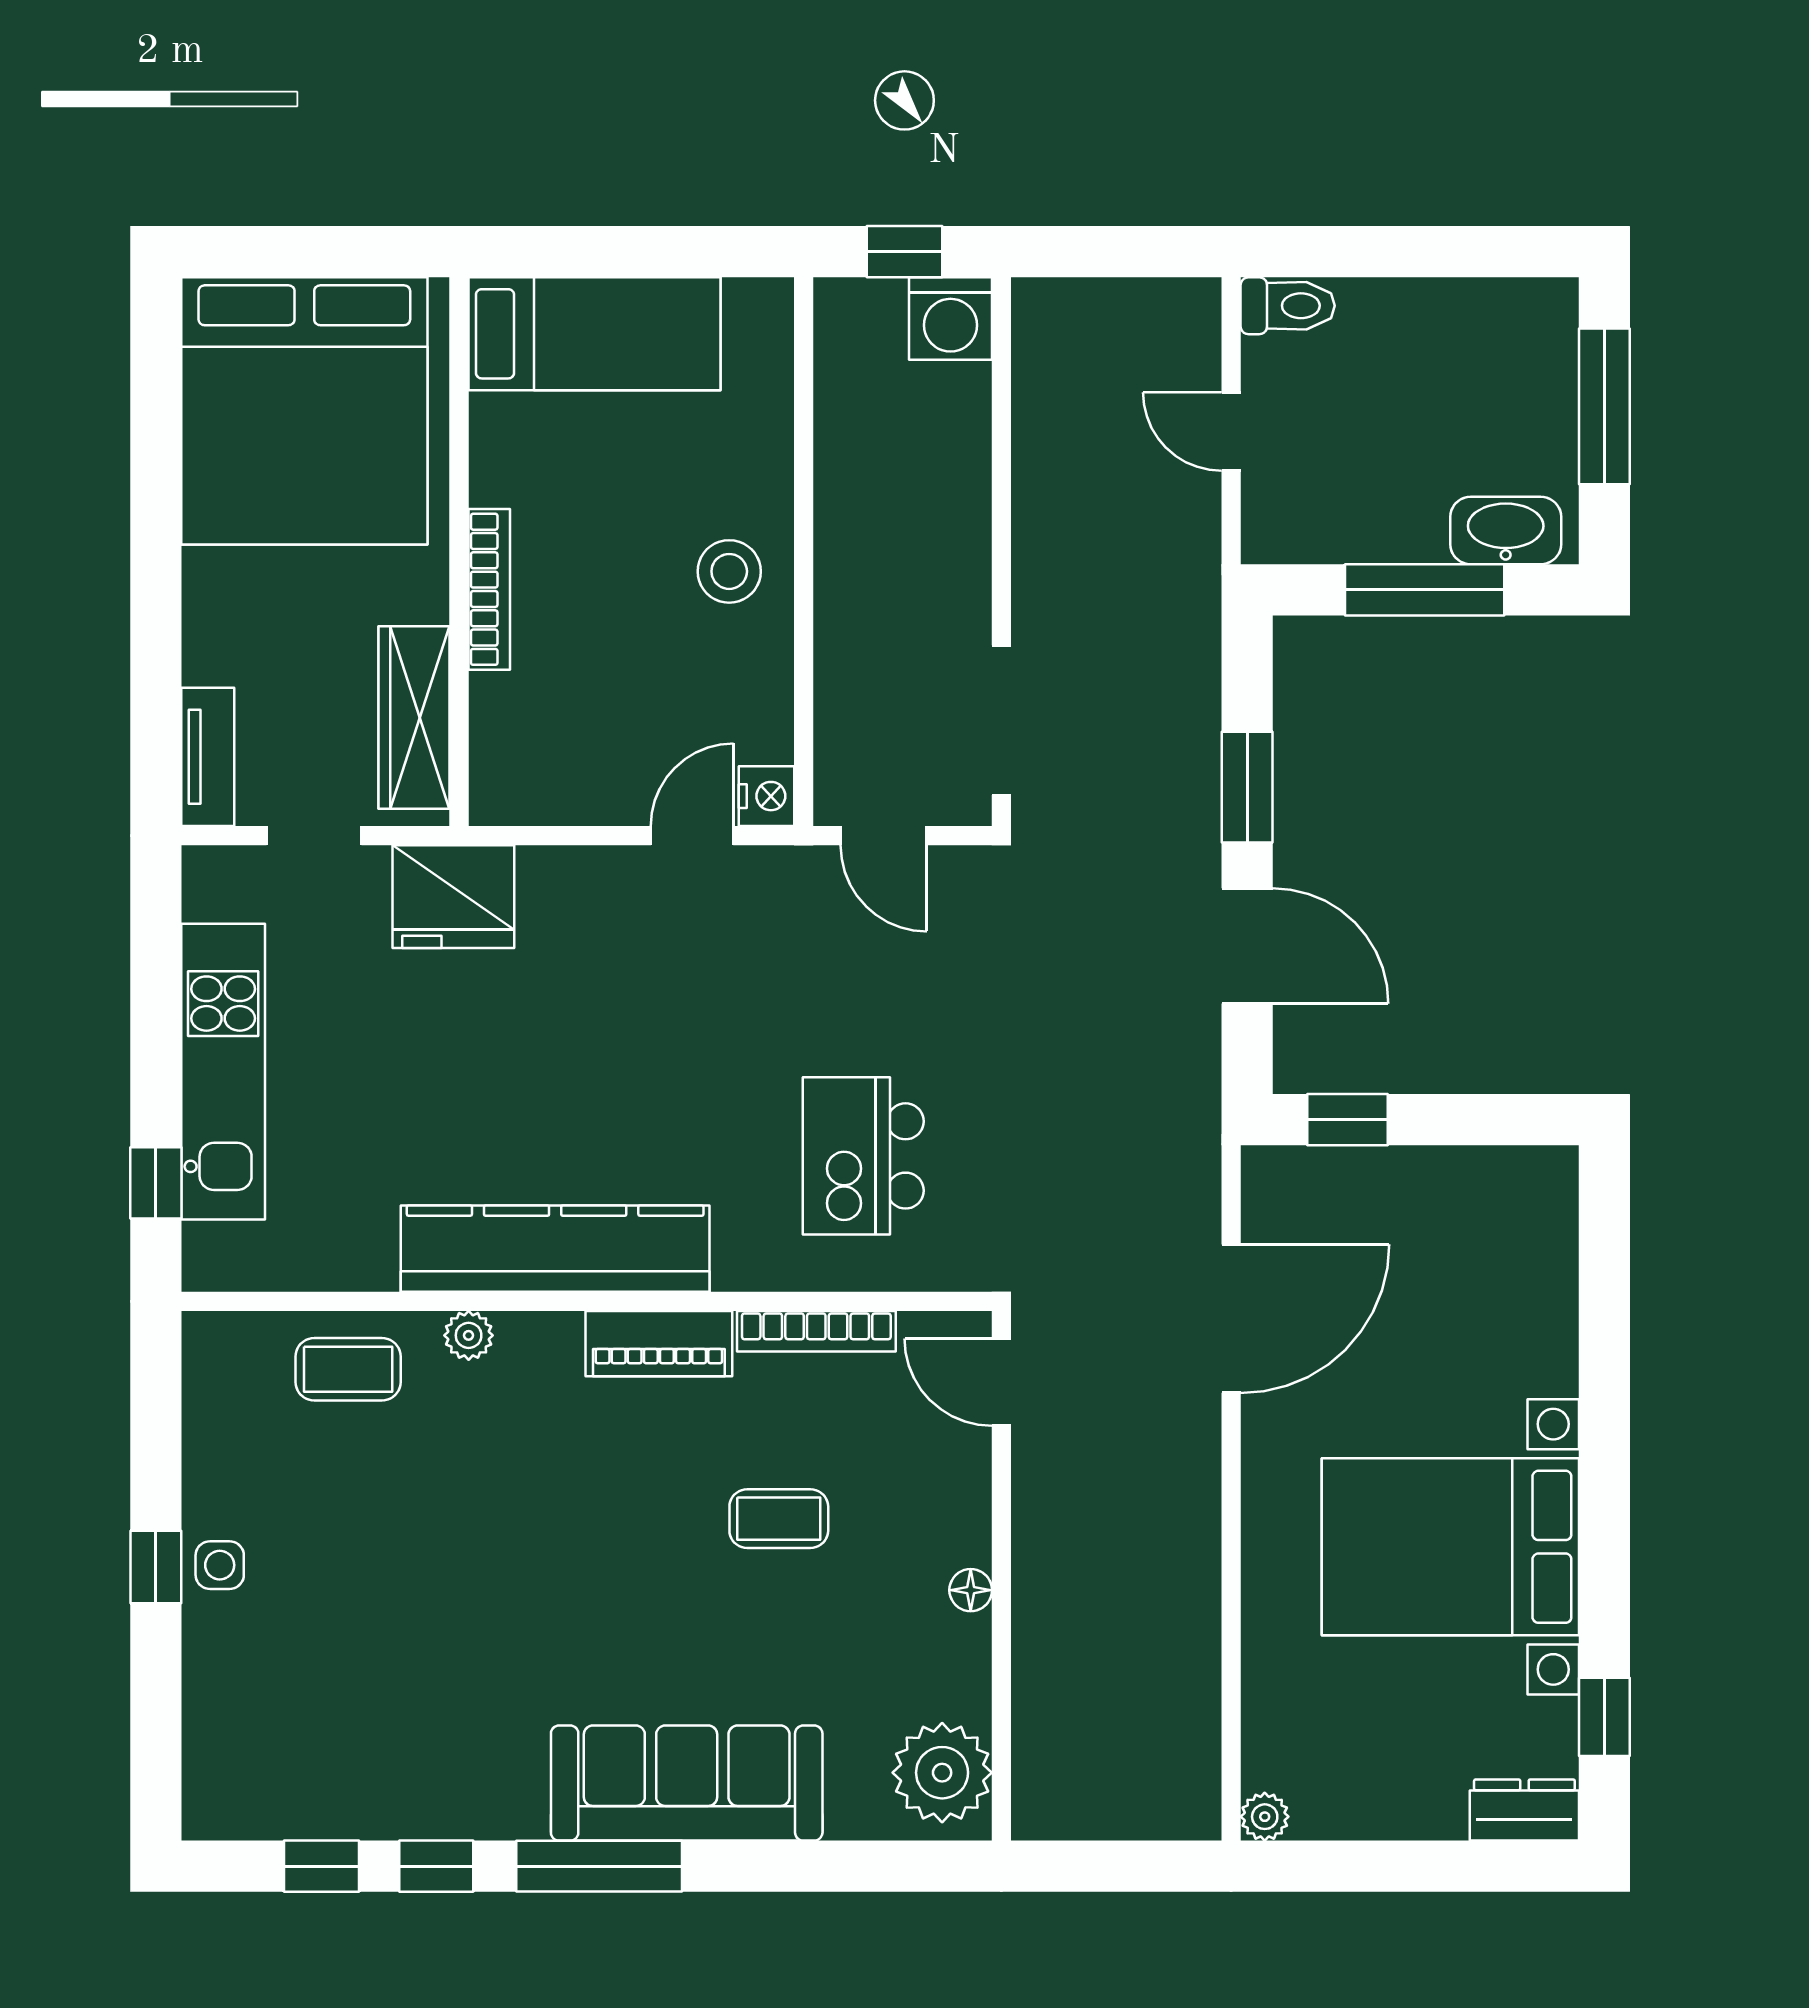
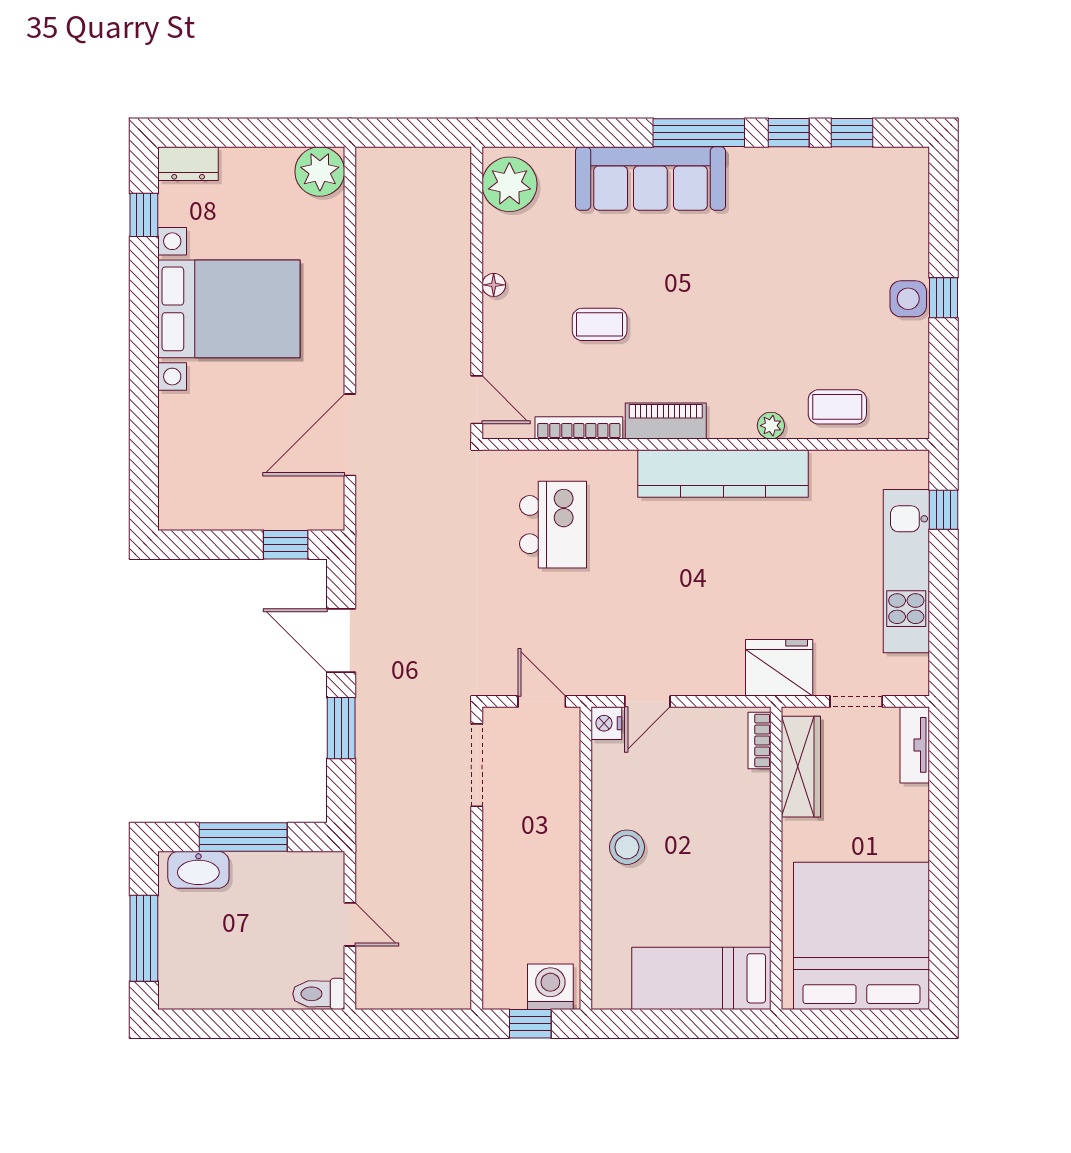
washing machine: (950, 319) -> (550, 987), moved
bookcase: (489, 589) -> (759, 740), moved, width x0.64
side table: (220, 1565) -> (908, 299), width x1.37, depth x1.37
plant: (1265, 1817) -> (320, 172), width x1.87, depth x1.87

